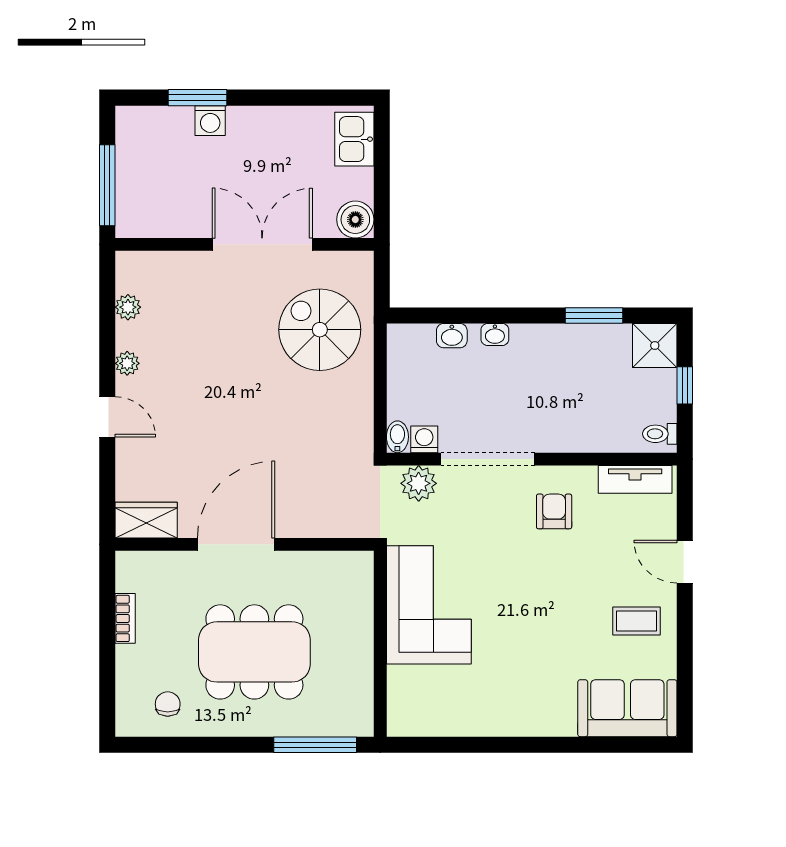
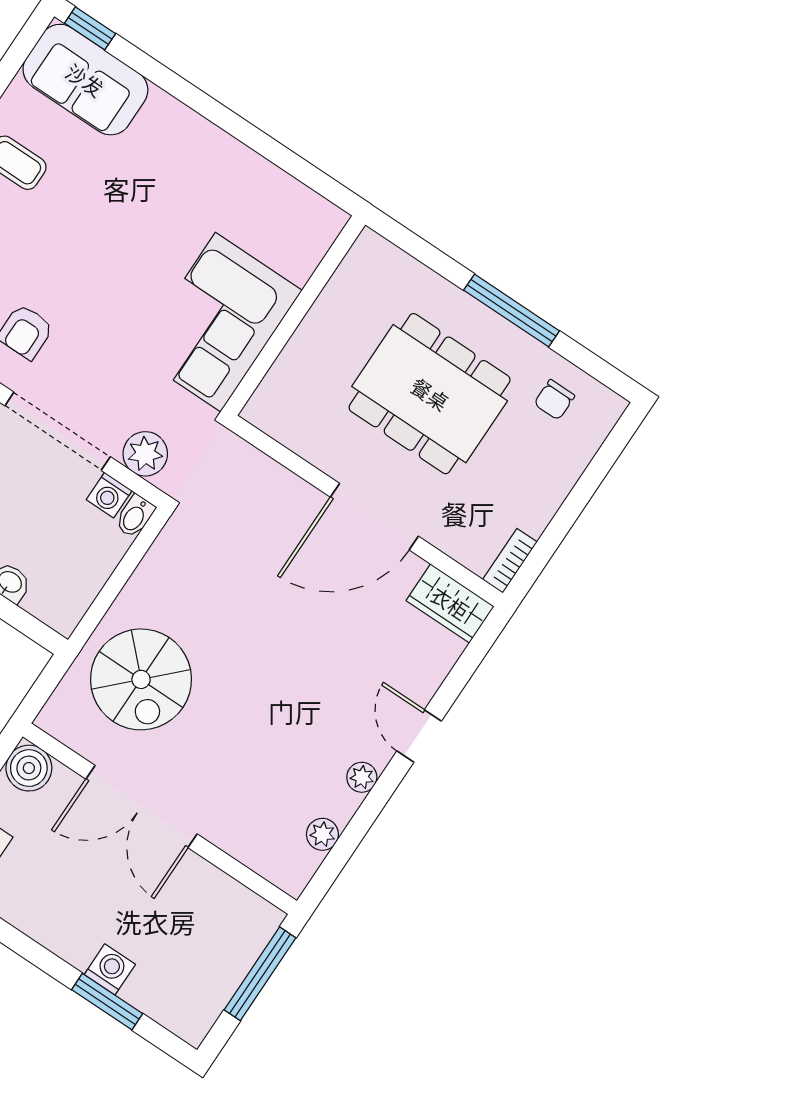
bookcase: (125, 618) -> (510, 561), moved
window: (315, 745) -> (512, 311), moved
window: (647, 745) -> (90, 28), added

